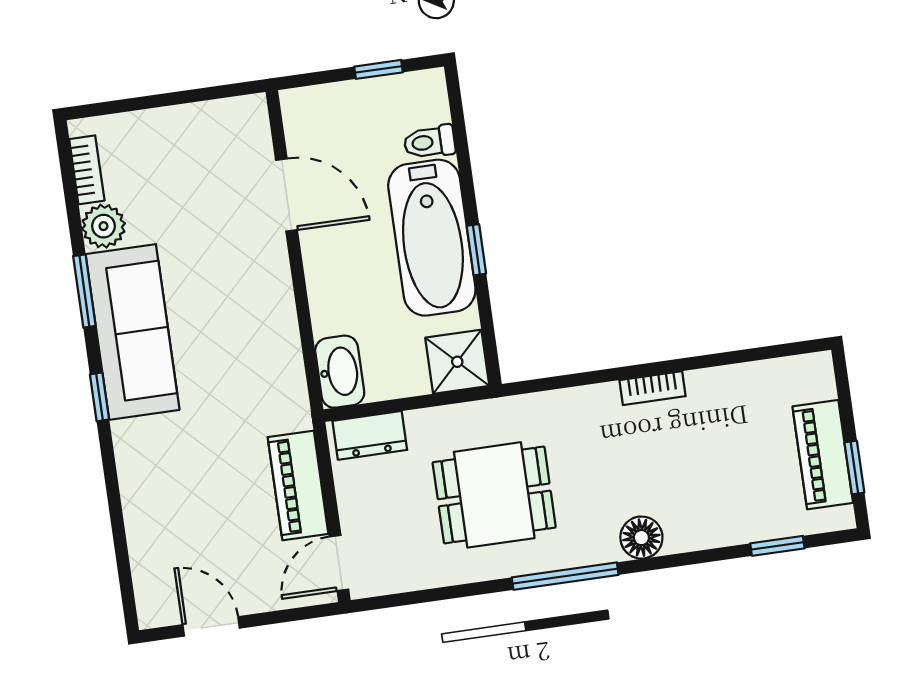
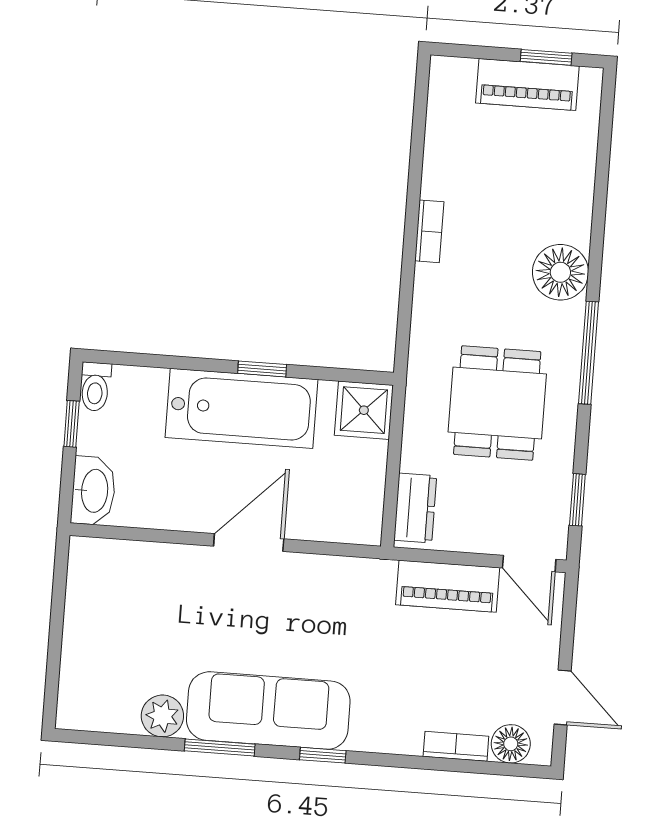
toilet: (429, 142) -> (95, 387), moved
bookcase: (87, 170) -> (456, 746), moved
door: (287, 195) -> (249, 543), moved
washbasin: (340, 372) -> (93, 491), moved, turned 90
floor lamp: (641, 538) -> (560, 272), width x1.38, depth x1.38
window: (777, 546) -> (577, 500), moved
floor lamp: (153, 584) -> (511, 744), added
door: (211, 626) -> (563, 697), swing flipped

